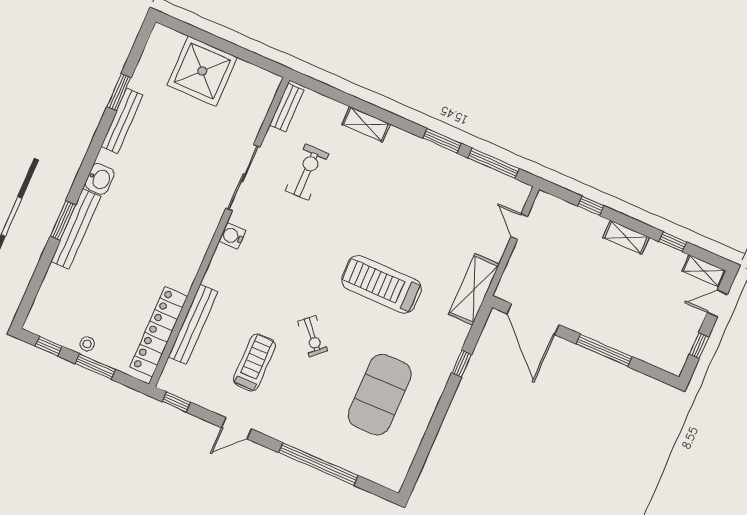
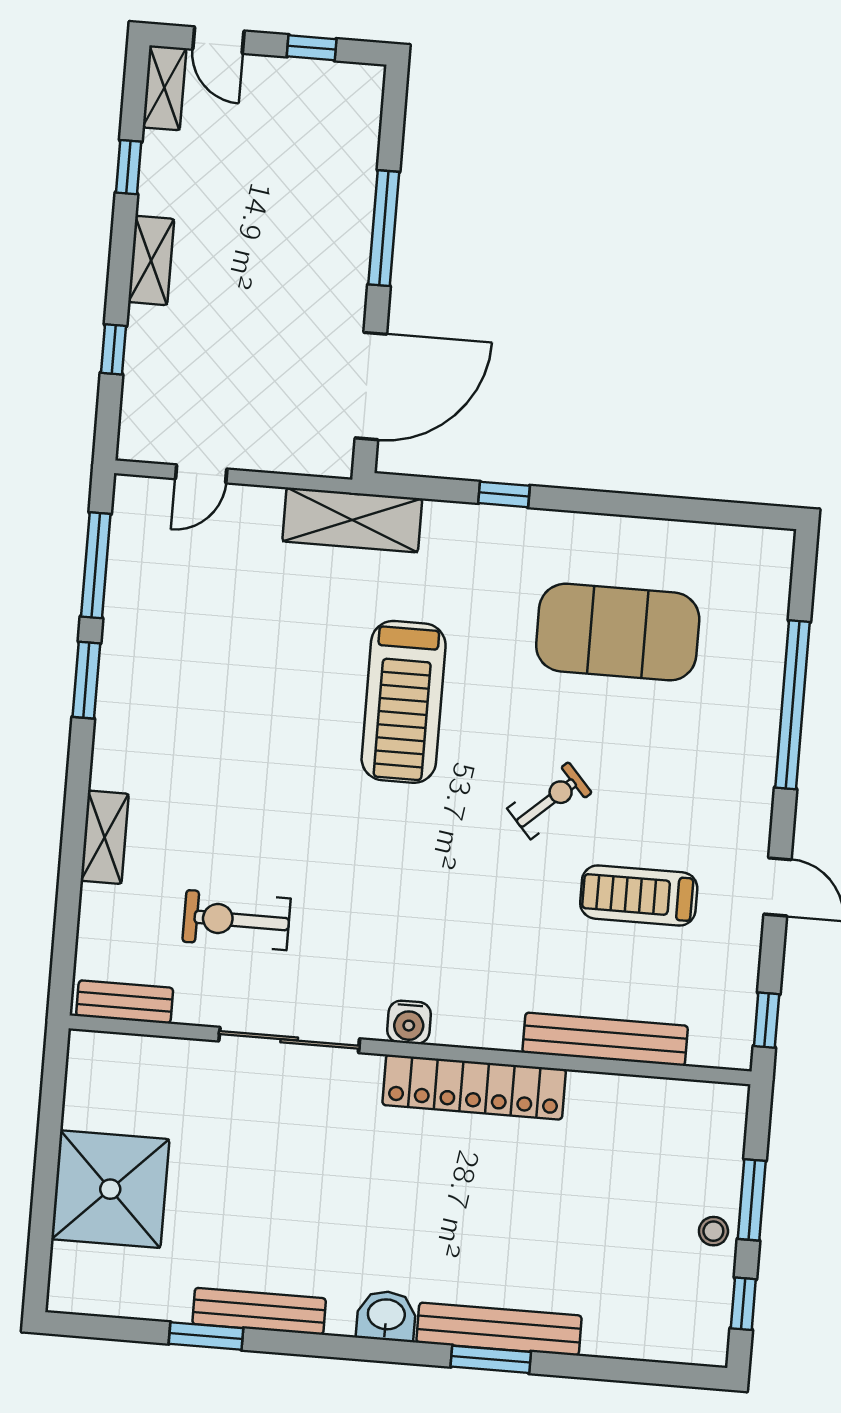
locker: (159, 332) -> (474, 1087), moved

